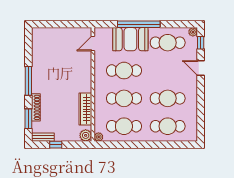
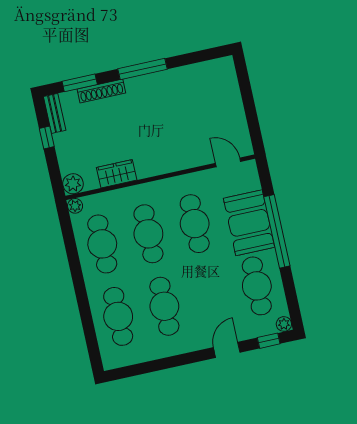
wardrobe: (85, 109) -> (117, 174), width x0.67

